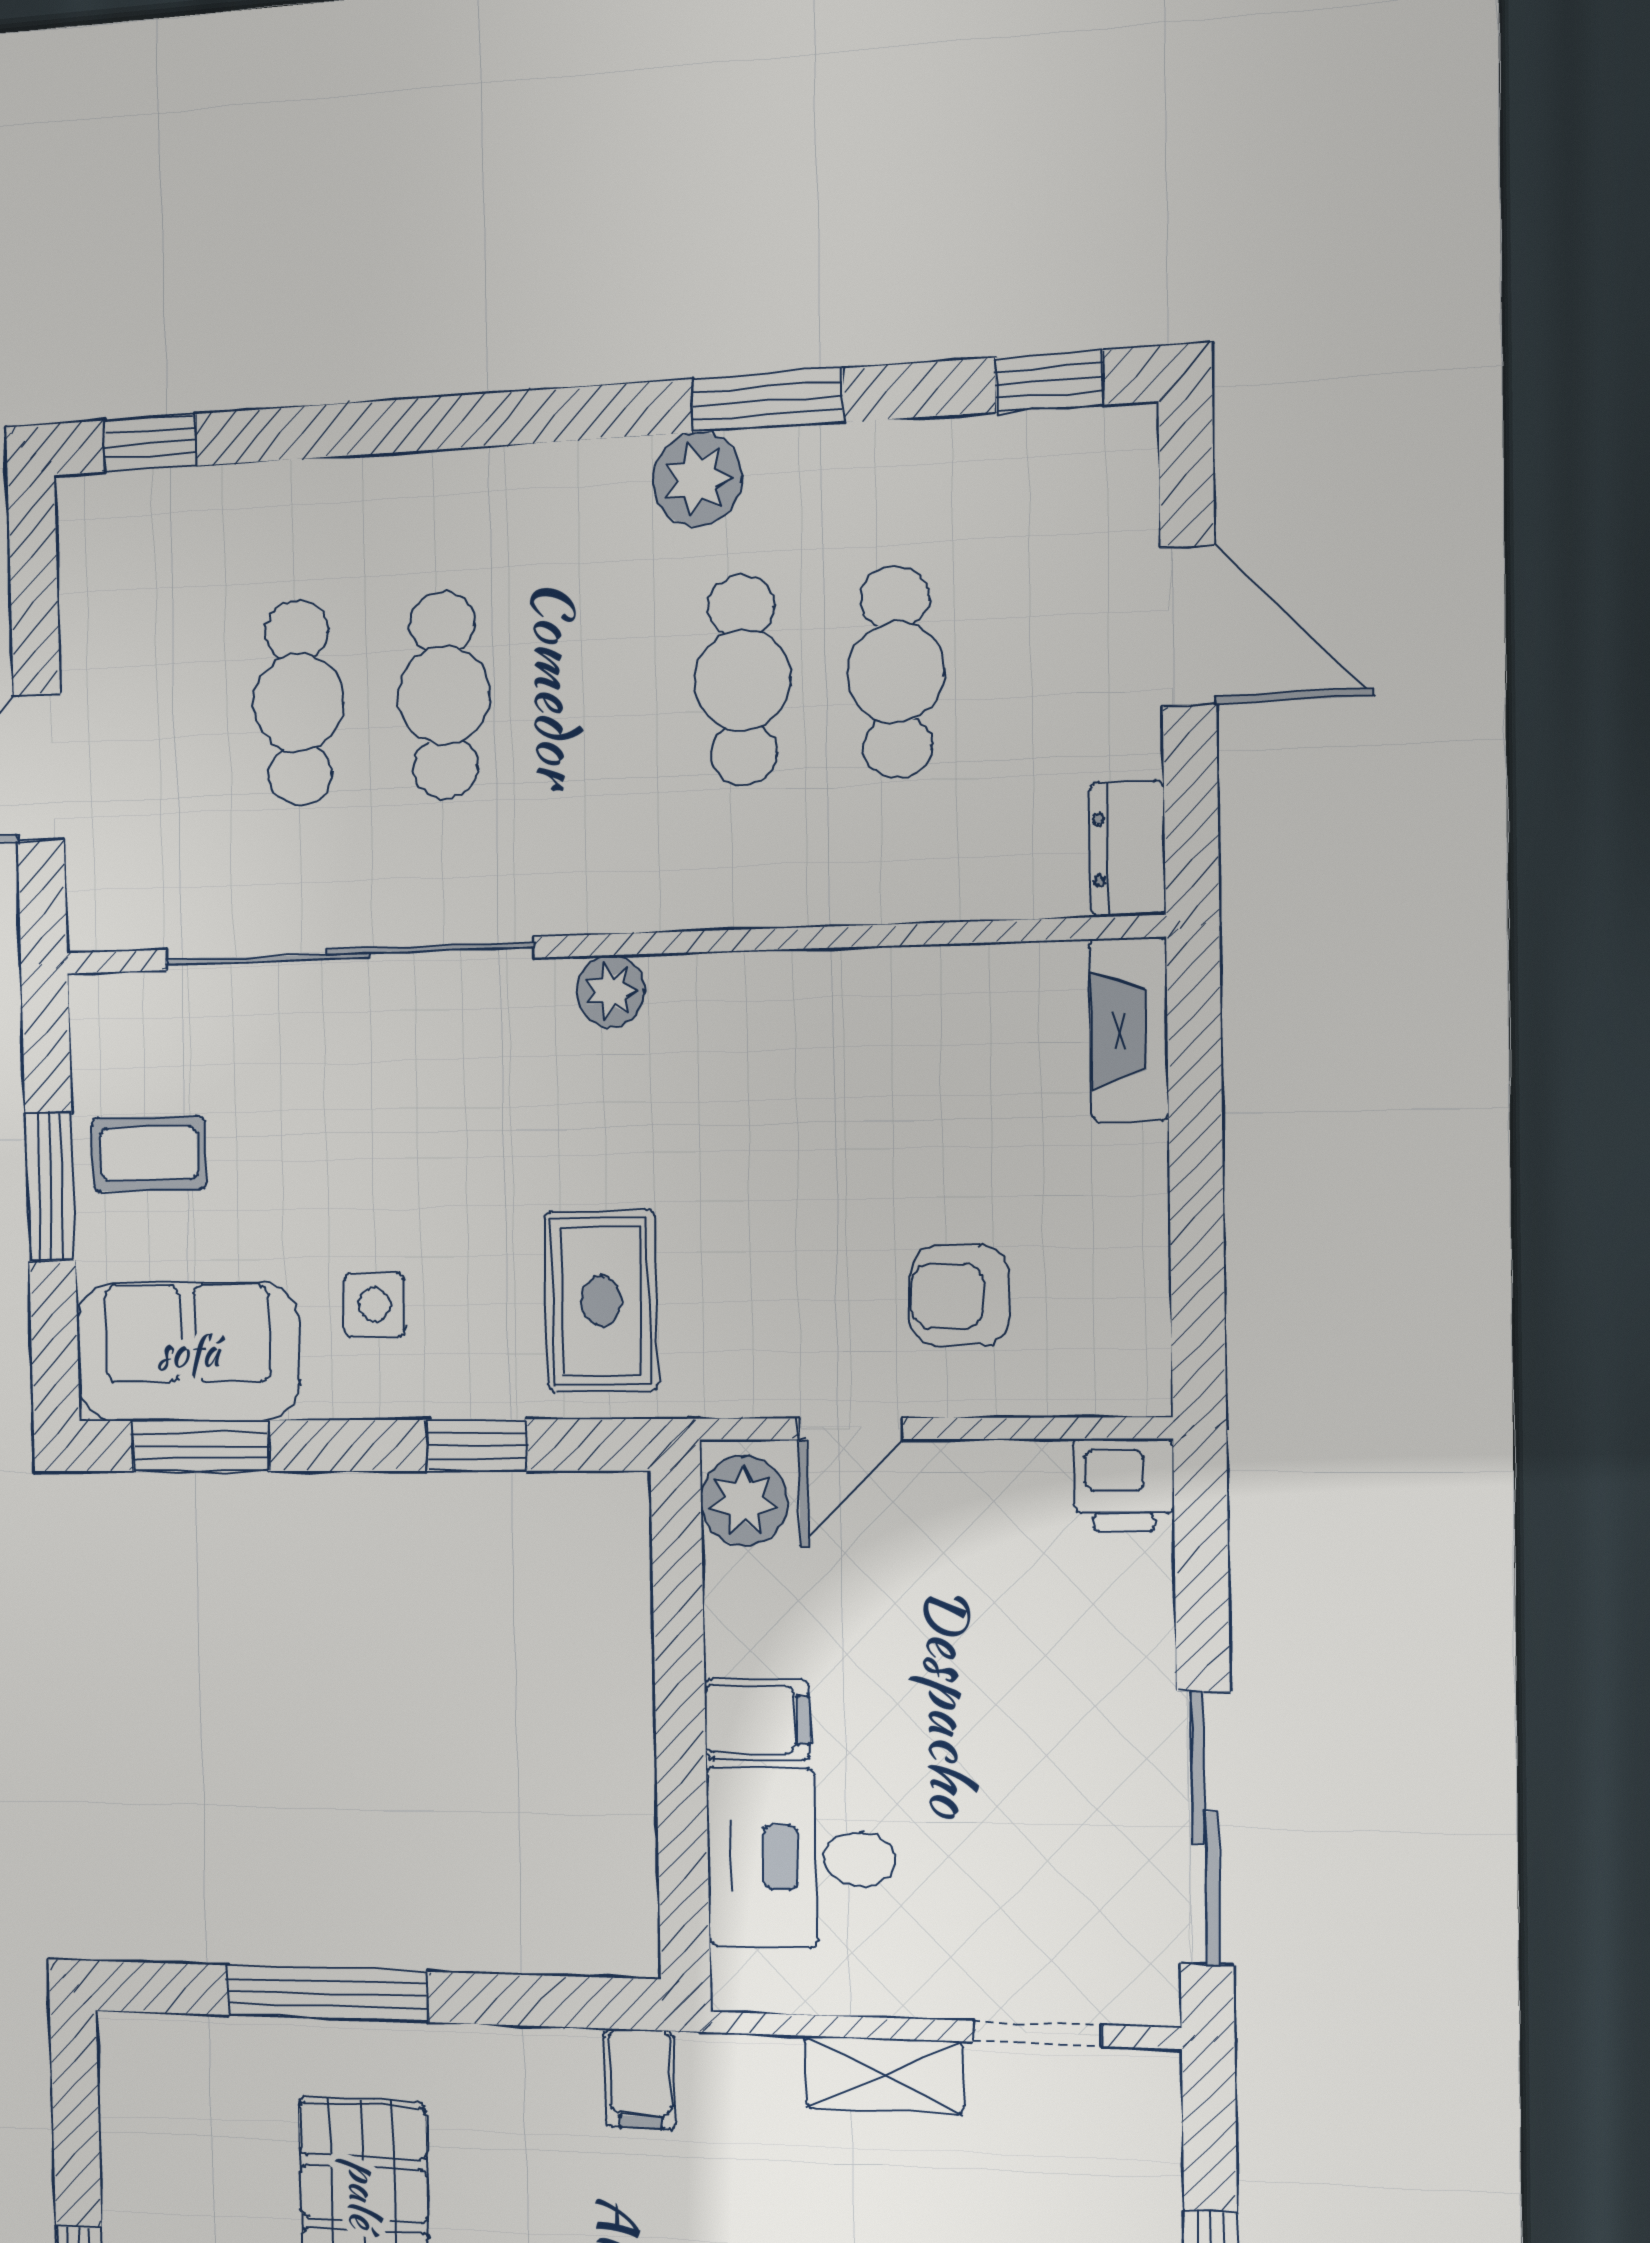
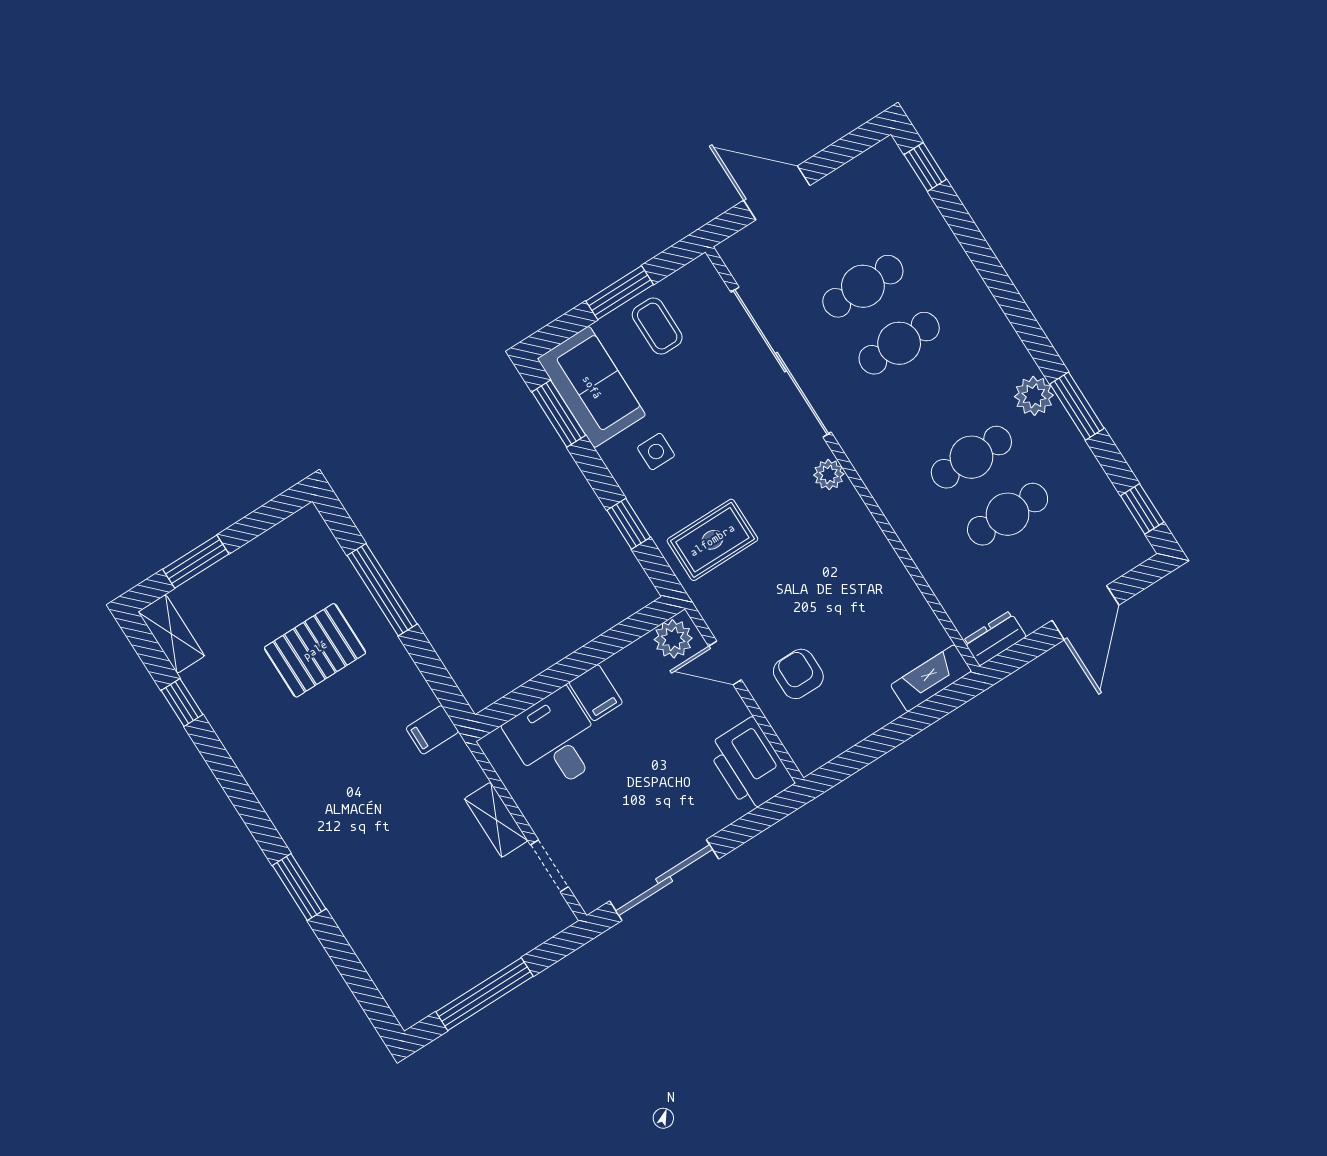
printer: (1124, 1485) -> (750, 765), width x1.87, depth x1.48

